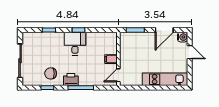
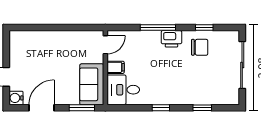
desk: (75, 44) -> (123, 90), moved, turned 90
sofa: (128, 47) -> (92, 84), added
kitchen unit: (165, 79) -> (40, 39), removed

